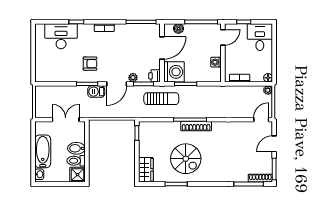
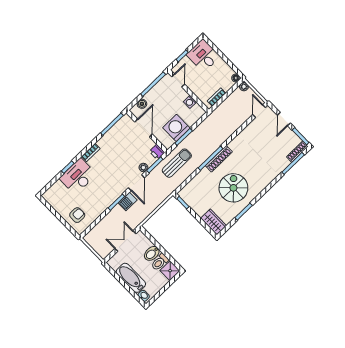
desk: (61, 36) -> (78, 176), moved
armchair: (90, 64) -> (77, 215), moved
washing machine: (174, 72) -> (176, 128), moved, turned -90
spiral stairs: (186, 159) -> (233, 188), turned -90

